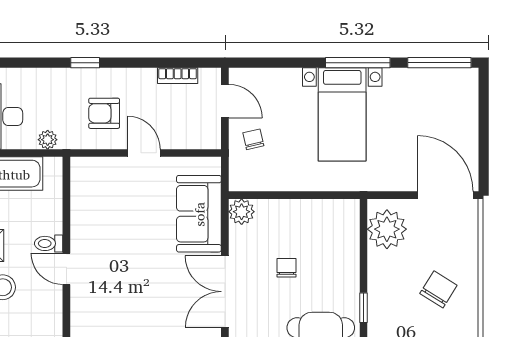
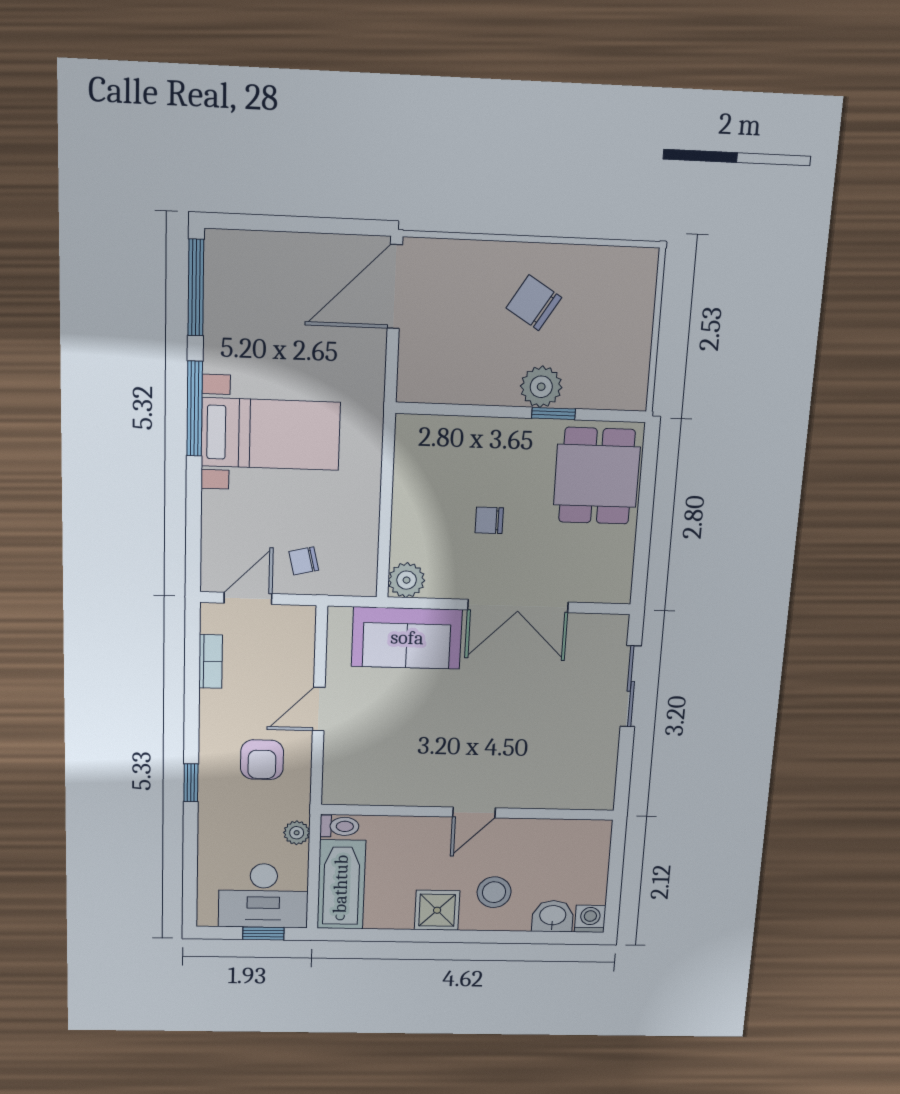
plant: (387, 229) -> (541, 387), moved, width x0.73, depth x0.73
toilet: (49, 243) -> (339, 826), moved, turned -90

